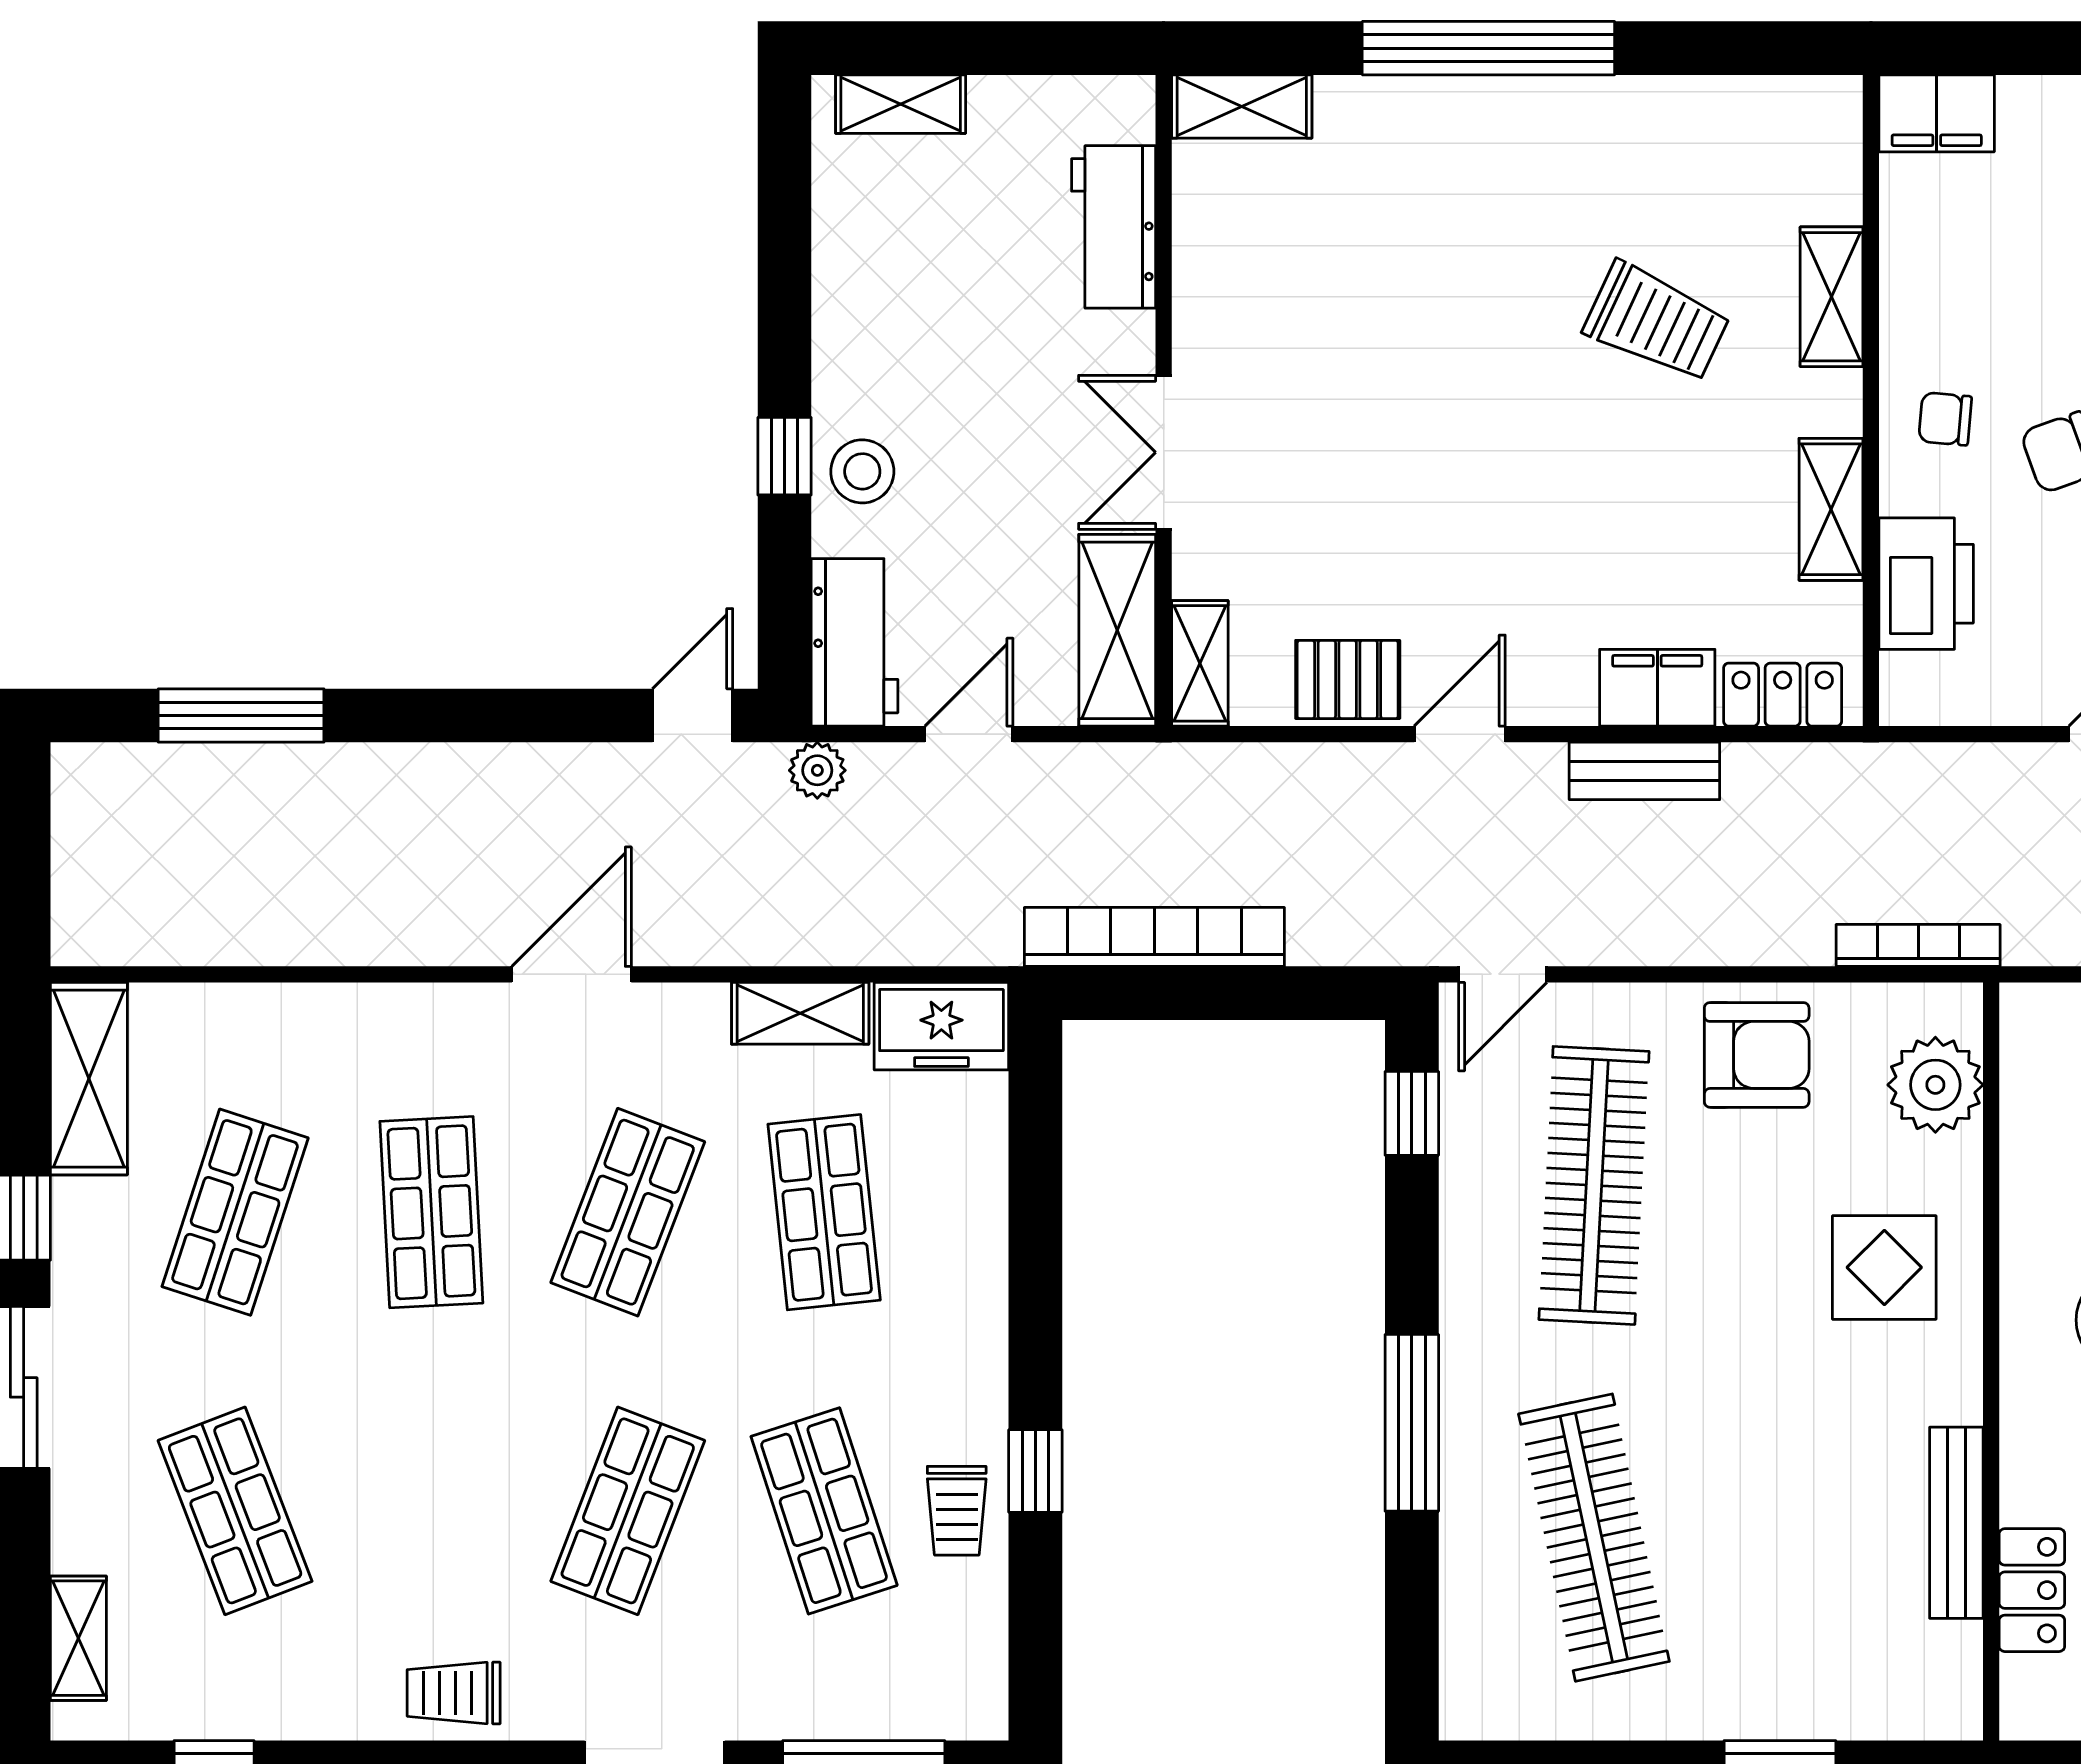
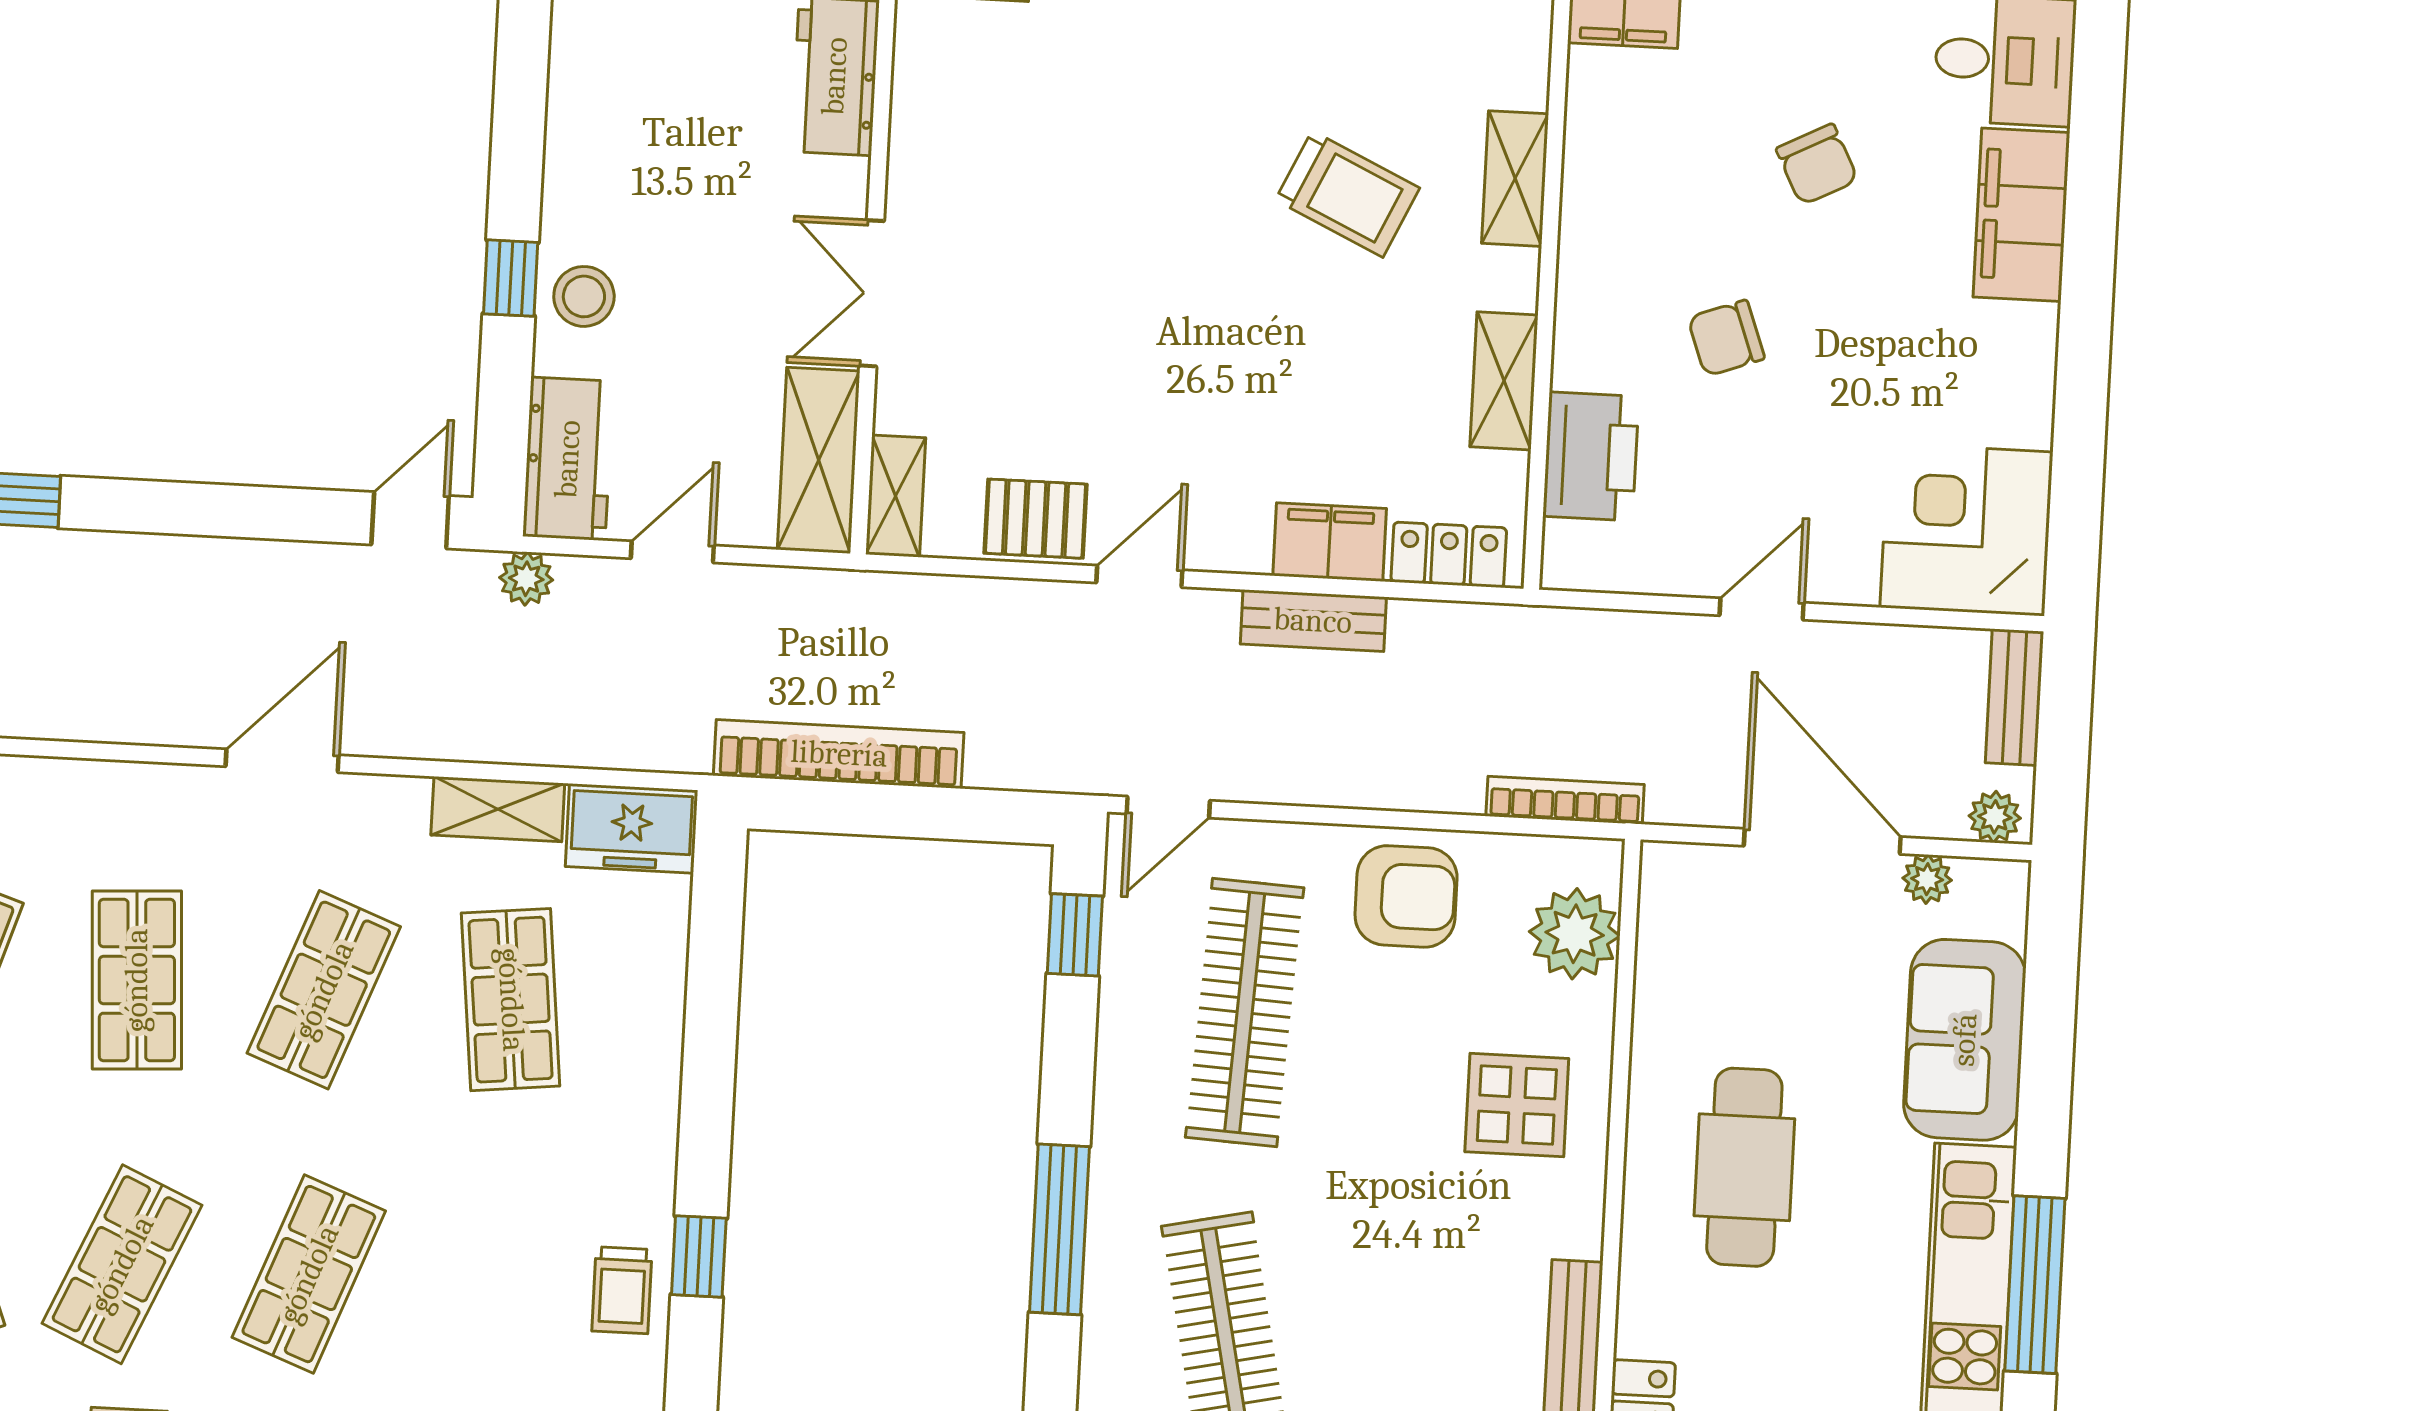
chair: (1945, 419) -> (1617, 300), removed
shop shelf: (824, 1511) -> (122, 1264), moved, turned 42

